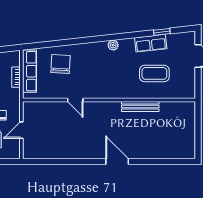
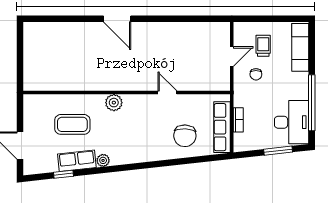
plant: (113, 45) -> (103, 160), moved
plant: (120, 92) -> (114, 103), added
bench: (140, 107) -> (89, 85), removed

